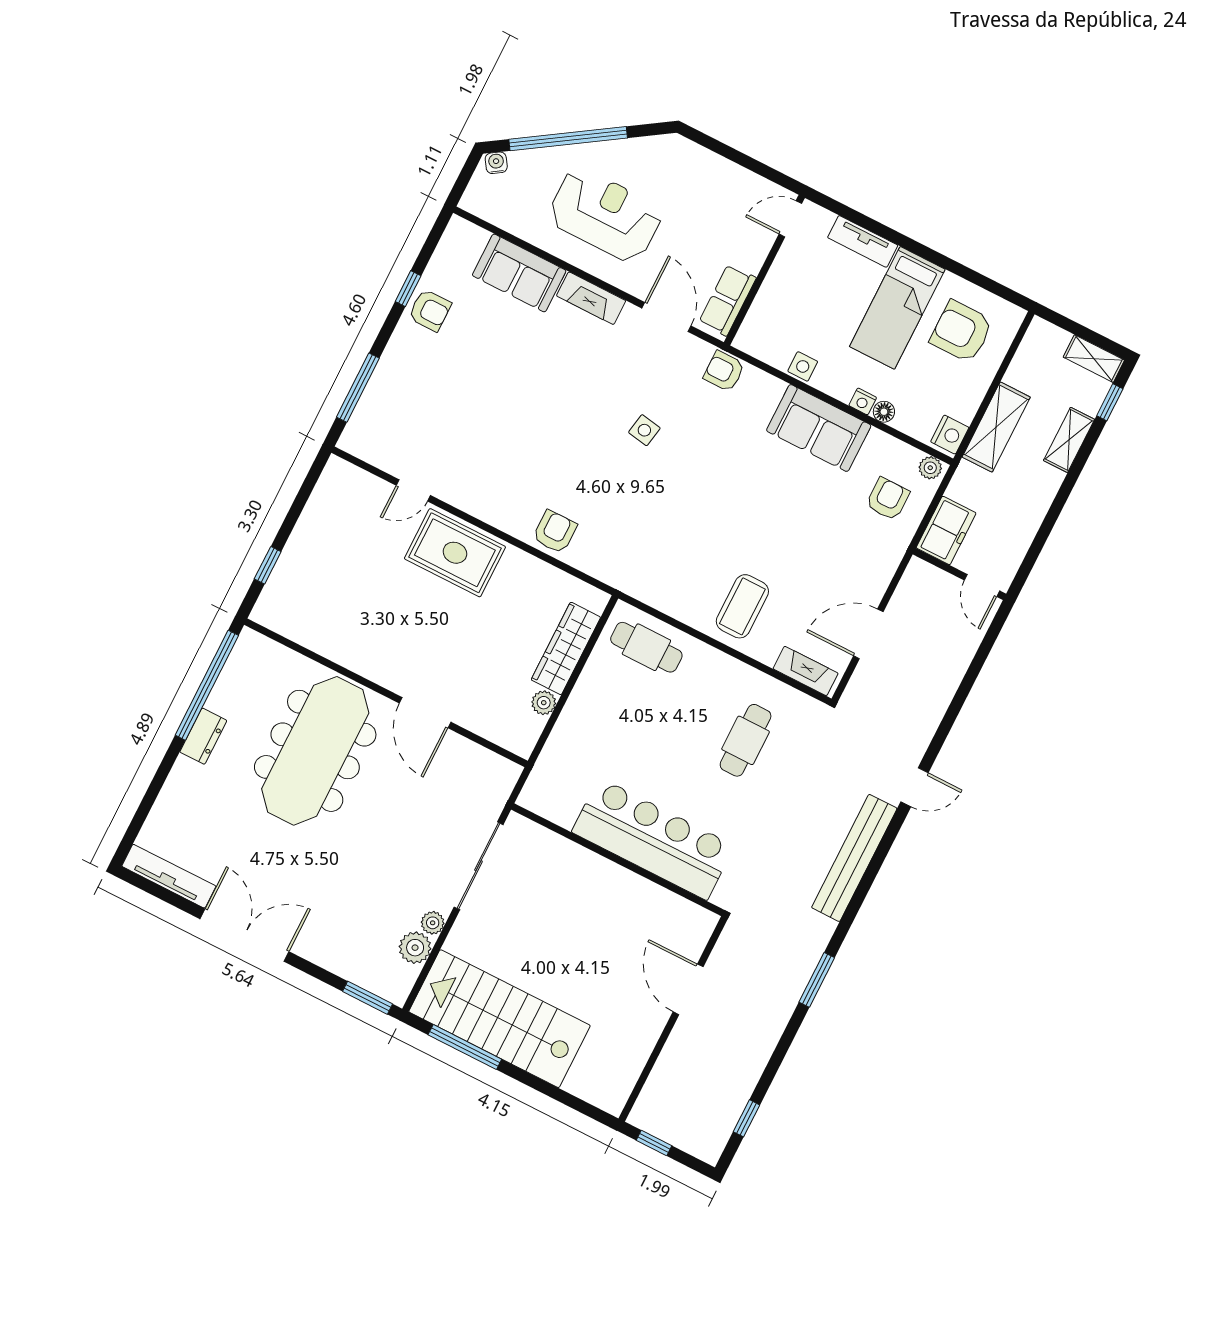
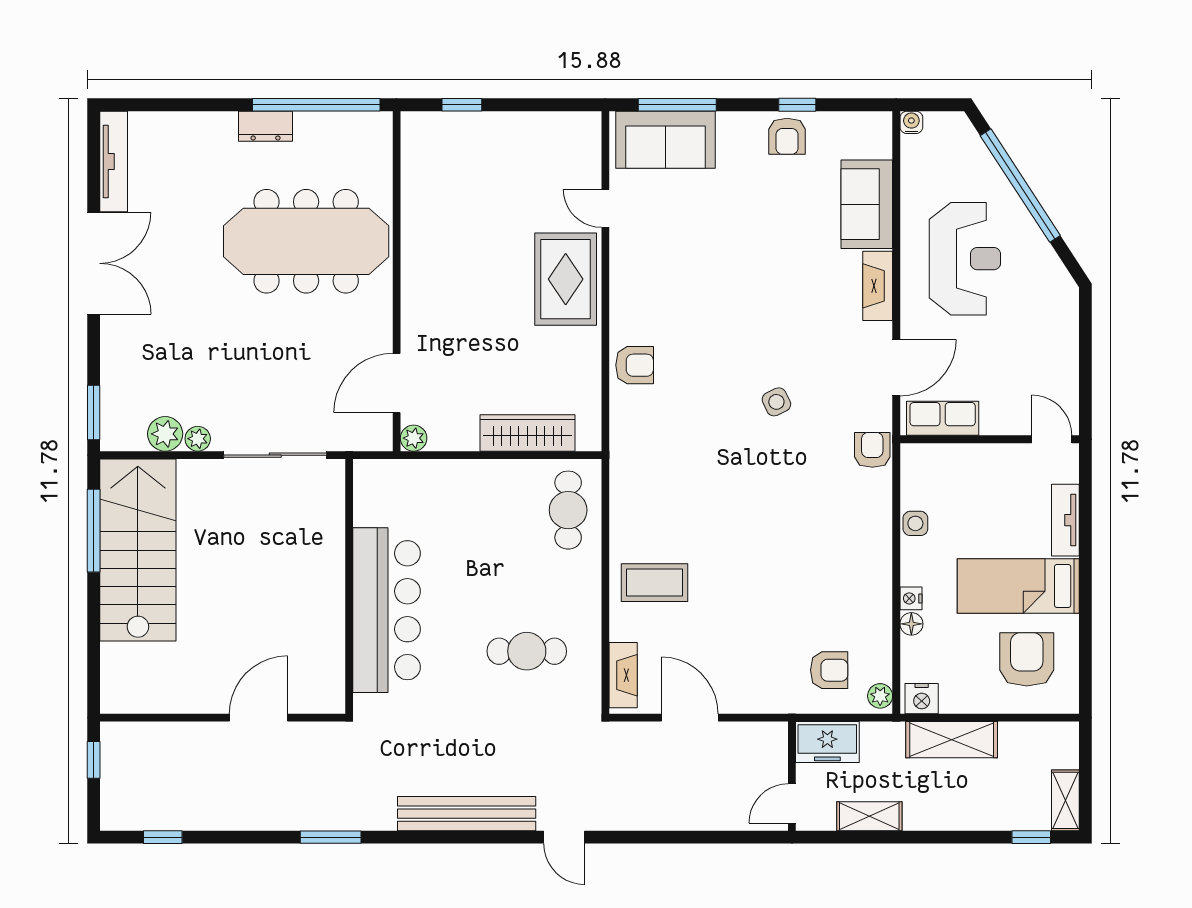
water cooler: (496, 163) -> (911, 122), moved, turned -57
sofa: (819, 428) -> (666, 140), moved, turned -90
side table: (644, 430) -> (776, 402), turned -36
shelving: (1069, 440) -> (869, 816), moved
plant: (544, 703) -> (414, 438), moved
door: (425, 713) -> (397, 383), moved

